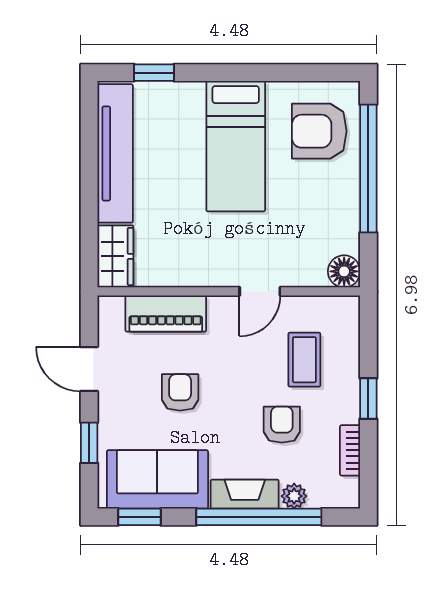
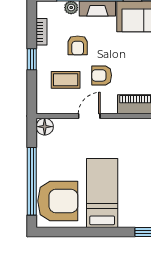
armchair: (319, 131) -> (58, 201), width x1.36, depth x1.36
coffee table: (304, 360) -> (66, 80), turned 90
armchair: (180, 392) -> (102, 75), moved, turned 90

